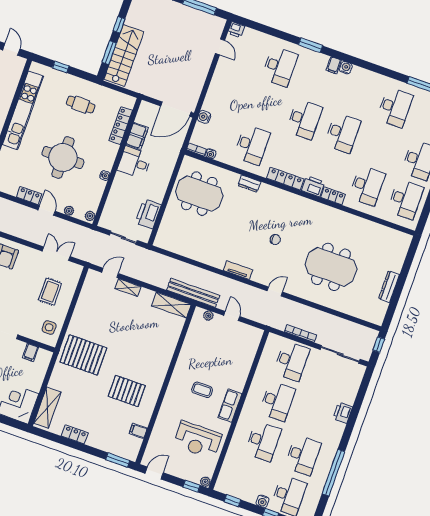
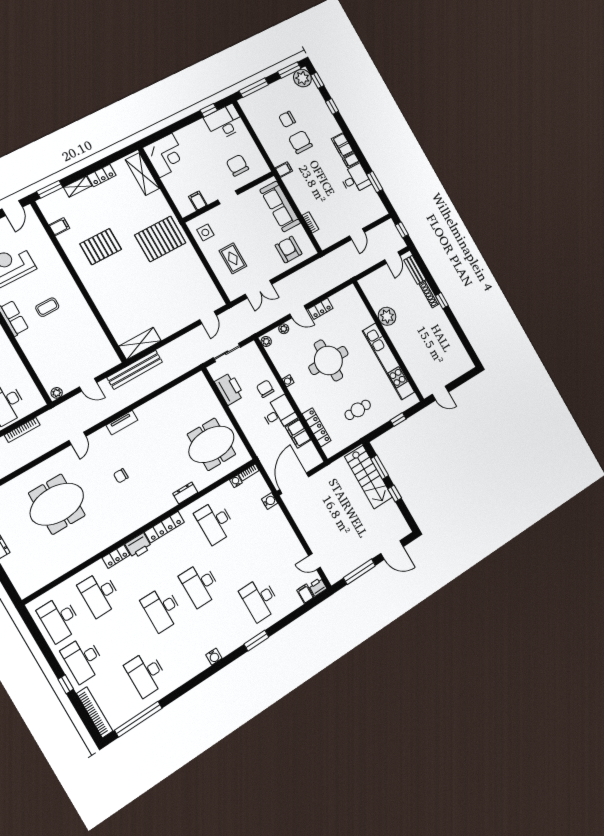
filing cabinet: (334, 65) -> (305, 594), moved
chair: (125, 188) -> (265, 389), added
shelving: (128, 288) -> (78, 187), moved
plant: (208, 316) -> (57, 393), moved

